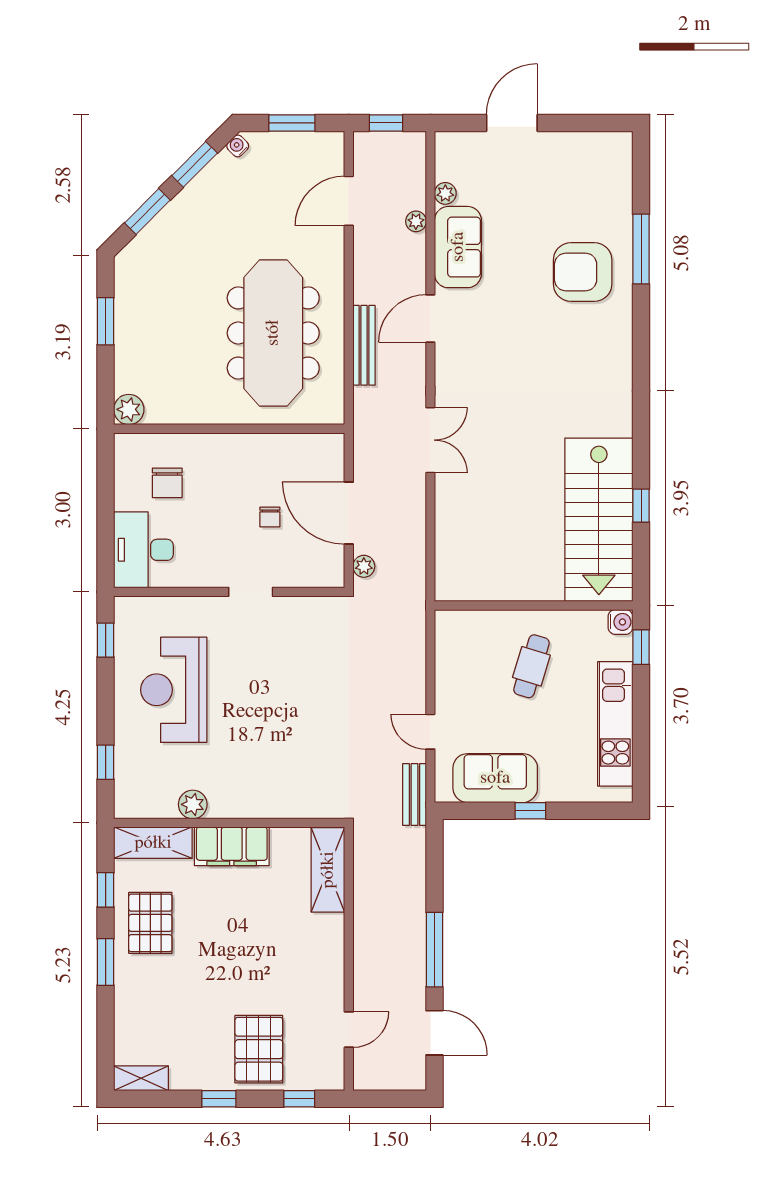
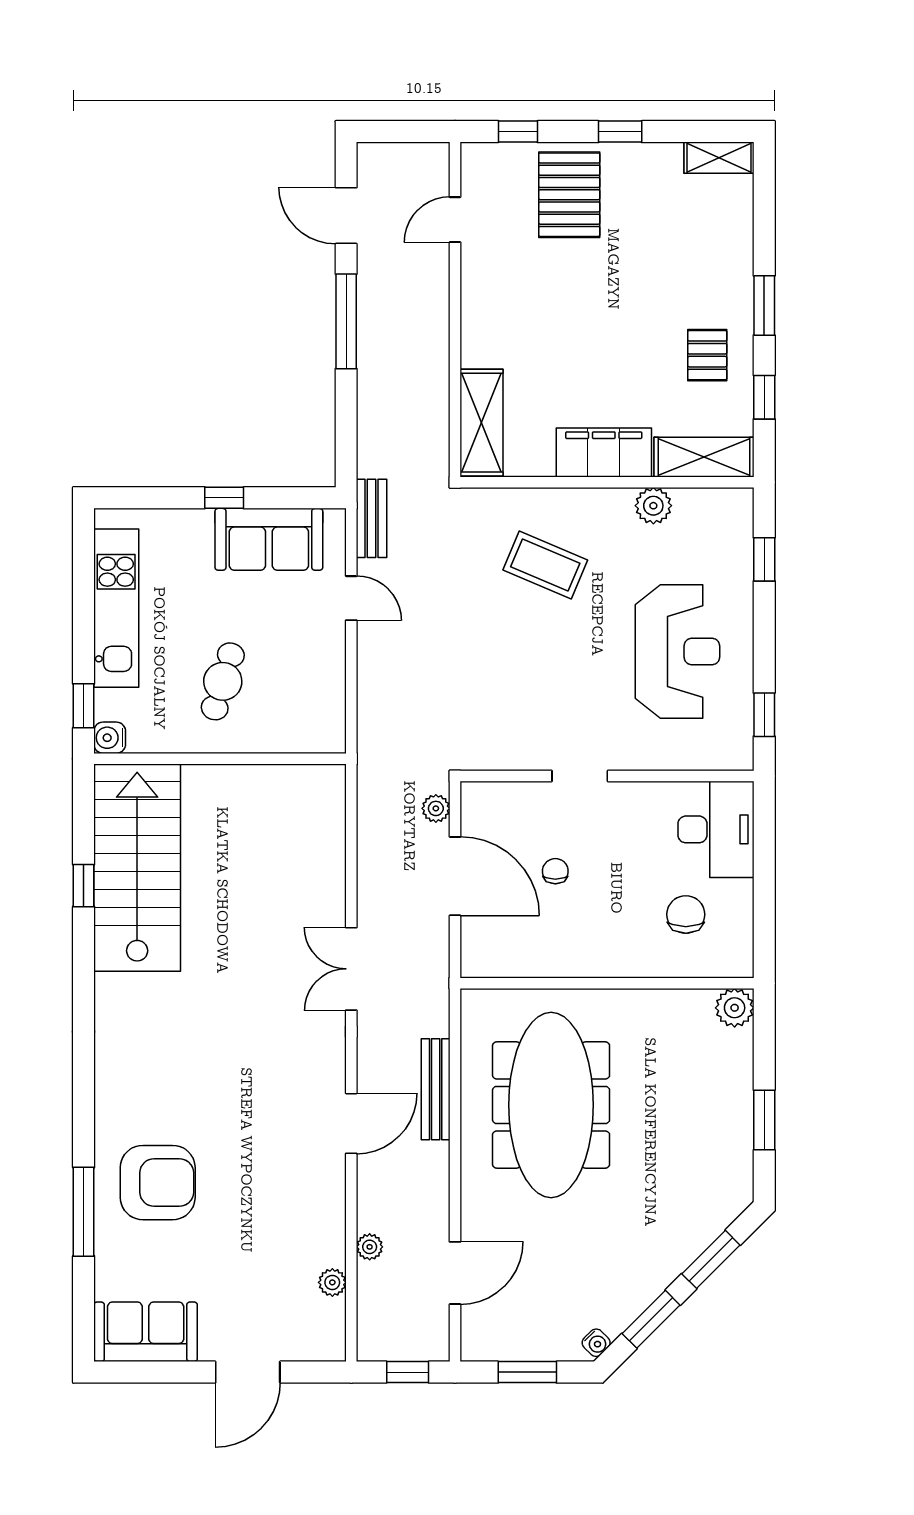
sofa: (458, 247) -> (146, 1332), moved, turned 90
coffee table: (278, 758) -> (545, 565), added
pallet: (150, 923) -> (707, 355), width x0.67, depth x0.71

